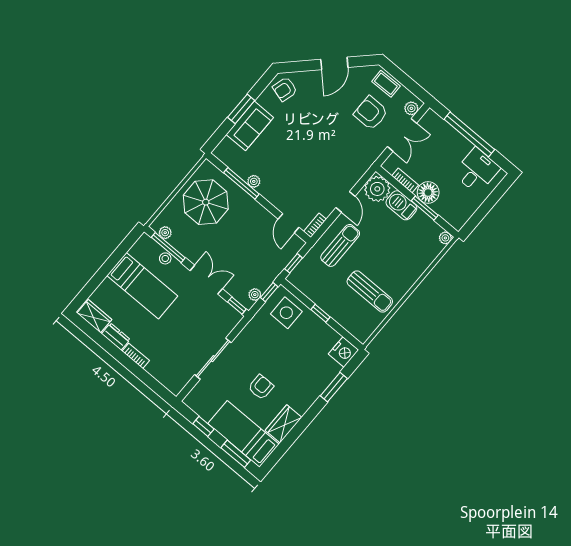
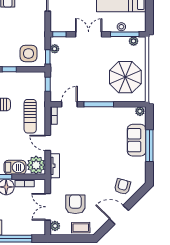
door: (334, 63) -> (119, 215), hinge flipped
armchair: (285, 89) -> (122, 187), moved
window: (241, 109) -> (149, 146), width x1.44
armchair: (371, 113) -> (75, 204), turned -90
tv unit: (358, 172) -> (55, 166), added
plant: (254, 181) -> (140, 111), moved
window: (241, 183) -> (99, 104), moved
door: (289, 223) -> (69, 104), hinge flipped
double door: (206, 280) -> (89, 34), swing flipped

